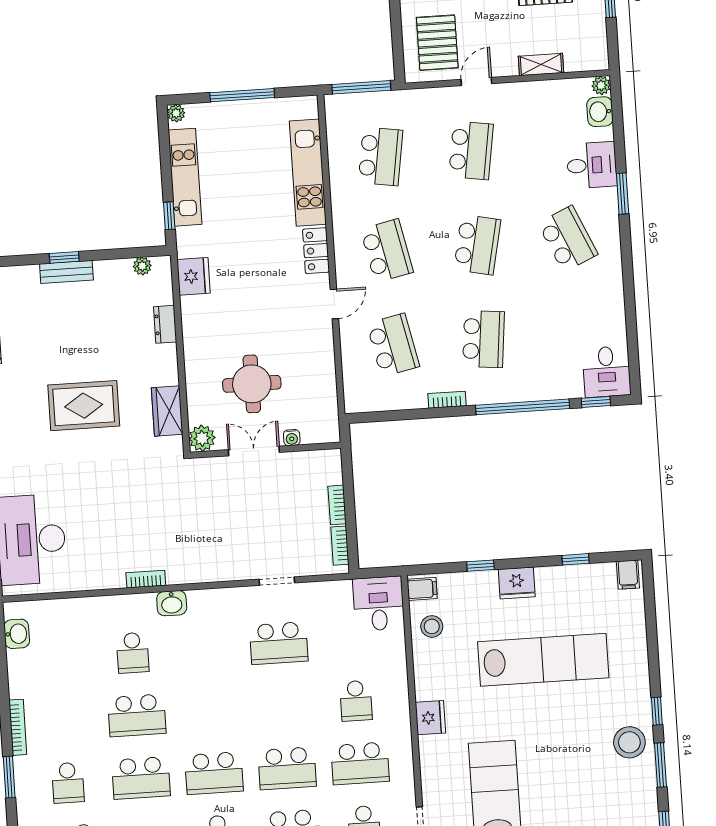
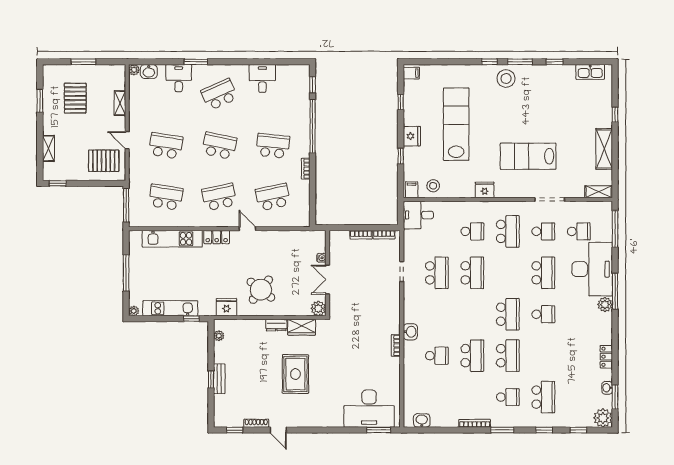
dresser: (165, 324) -> (276, 325), moved
desk: (607, 372) -> (262, 79), moved, turned -90
round table: (252, 384) -> (261, 290), moved, turned 38
school desk: (287, 768) -> (472, 273), moved

